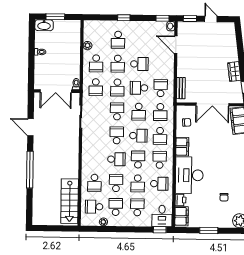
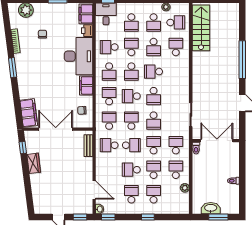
washbasin: (44, 25) -> (211, 208), moved
school desk: (140, 40) -> (131, 194), added
school desk: (161, 88) -> (109, 145), turned 90

